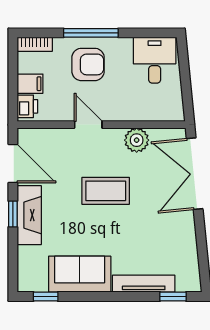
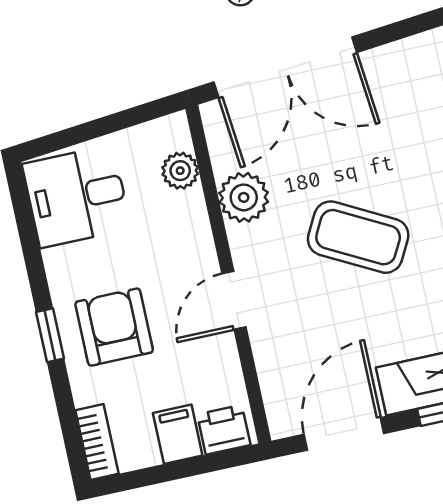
window: (91, 33) -> (50, 335), width x0.46
plant: (156, 112) -> (180, 171), added
coffee table: (106, 191) -> (358, 237), turned -62

